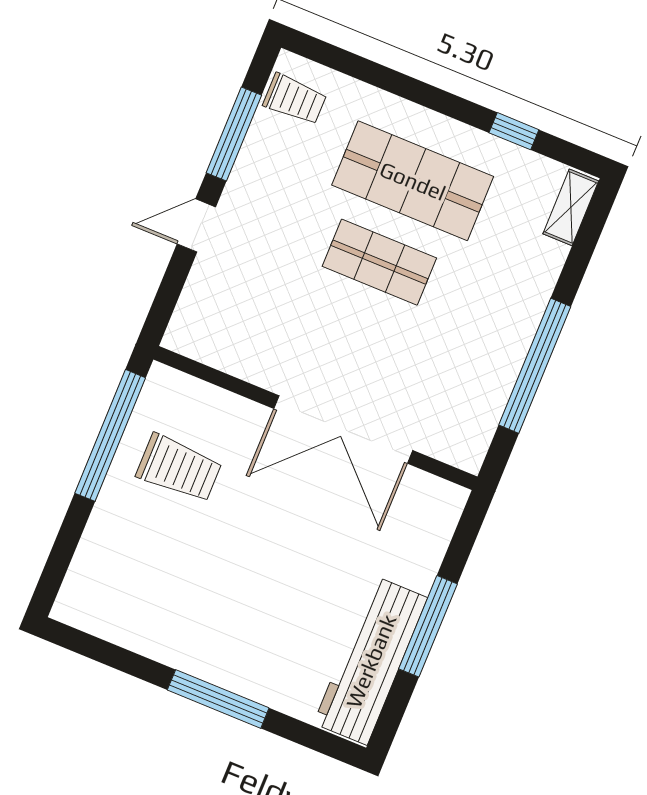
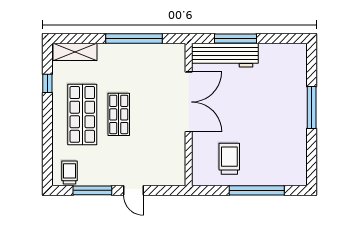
shelving: (571, 207) -> (75, 52), width x1.50, depth x1.33
window: (110, 435) -> (257, 190), moved
window: (428, 626) -> (236, 38), moved
workbench: (371, 661) -> (225, 55), moved

